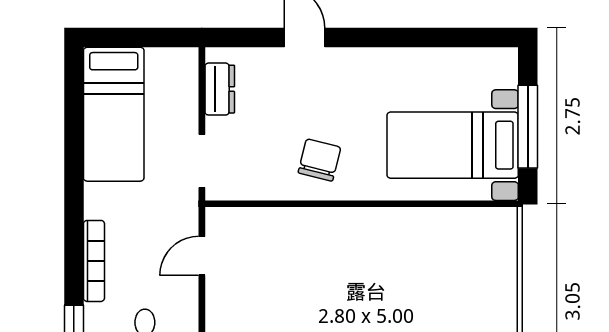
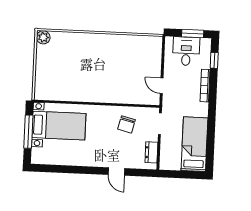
chair: (319, 160) -> (126, 124), moved
door: (202, 256) -> (162, 86), swing flipped

